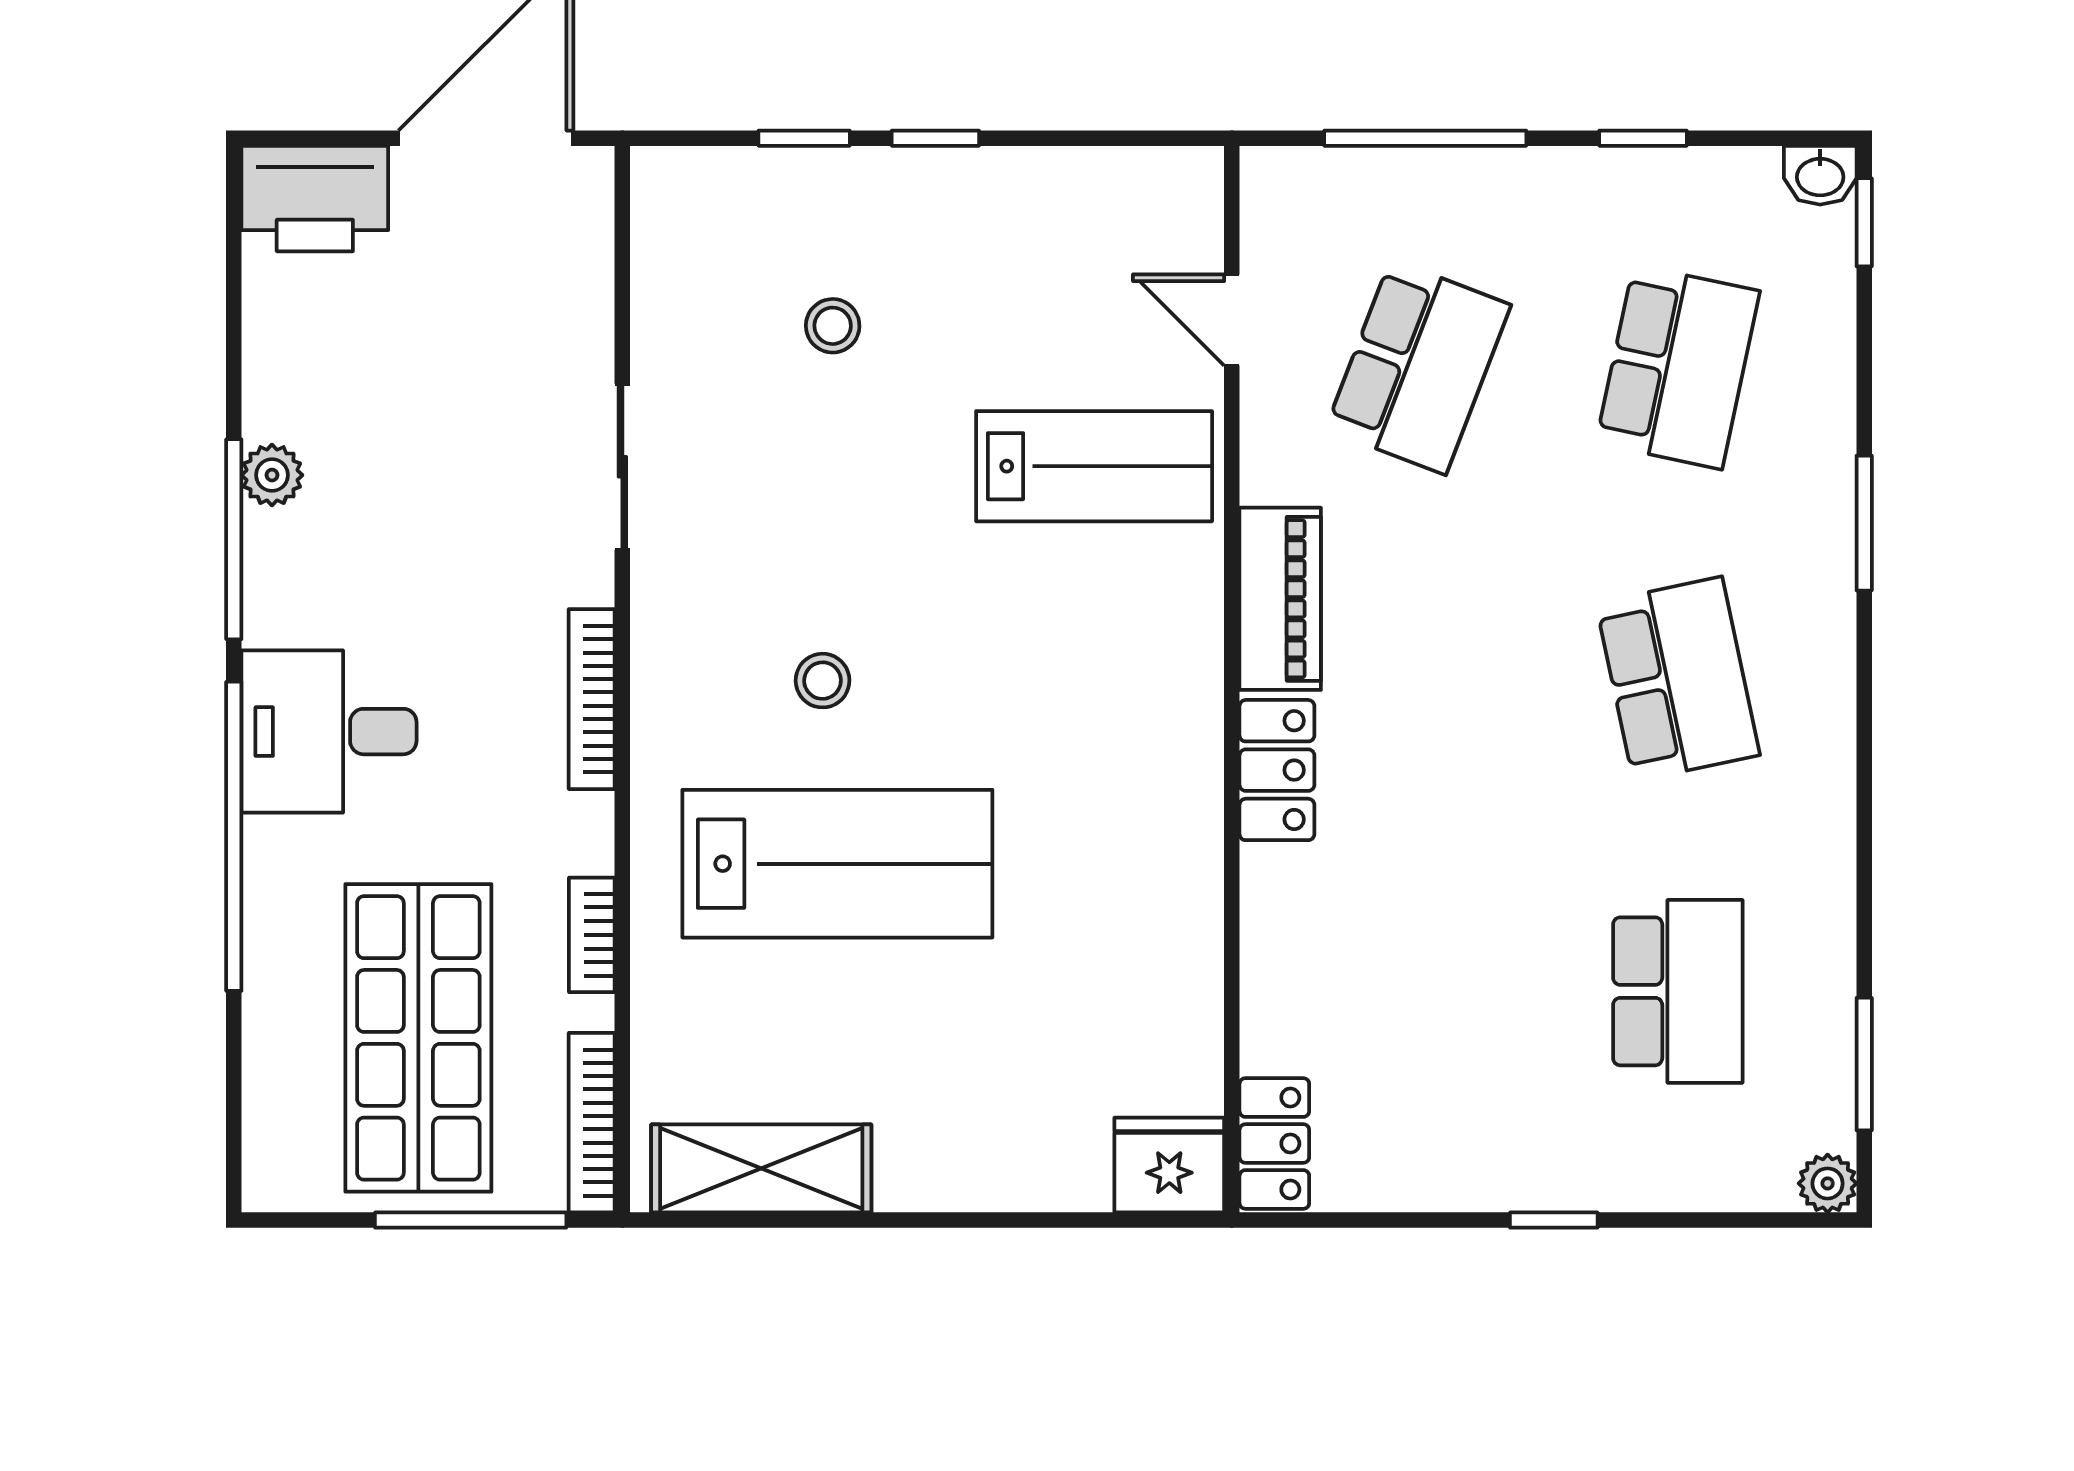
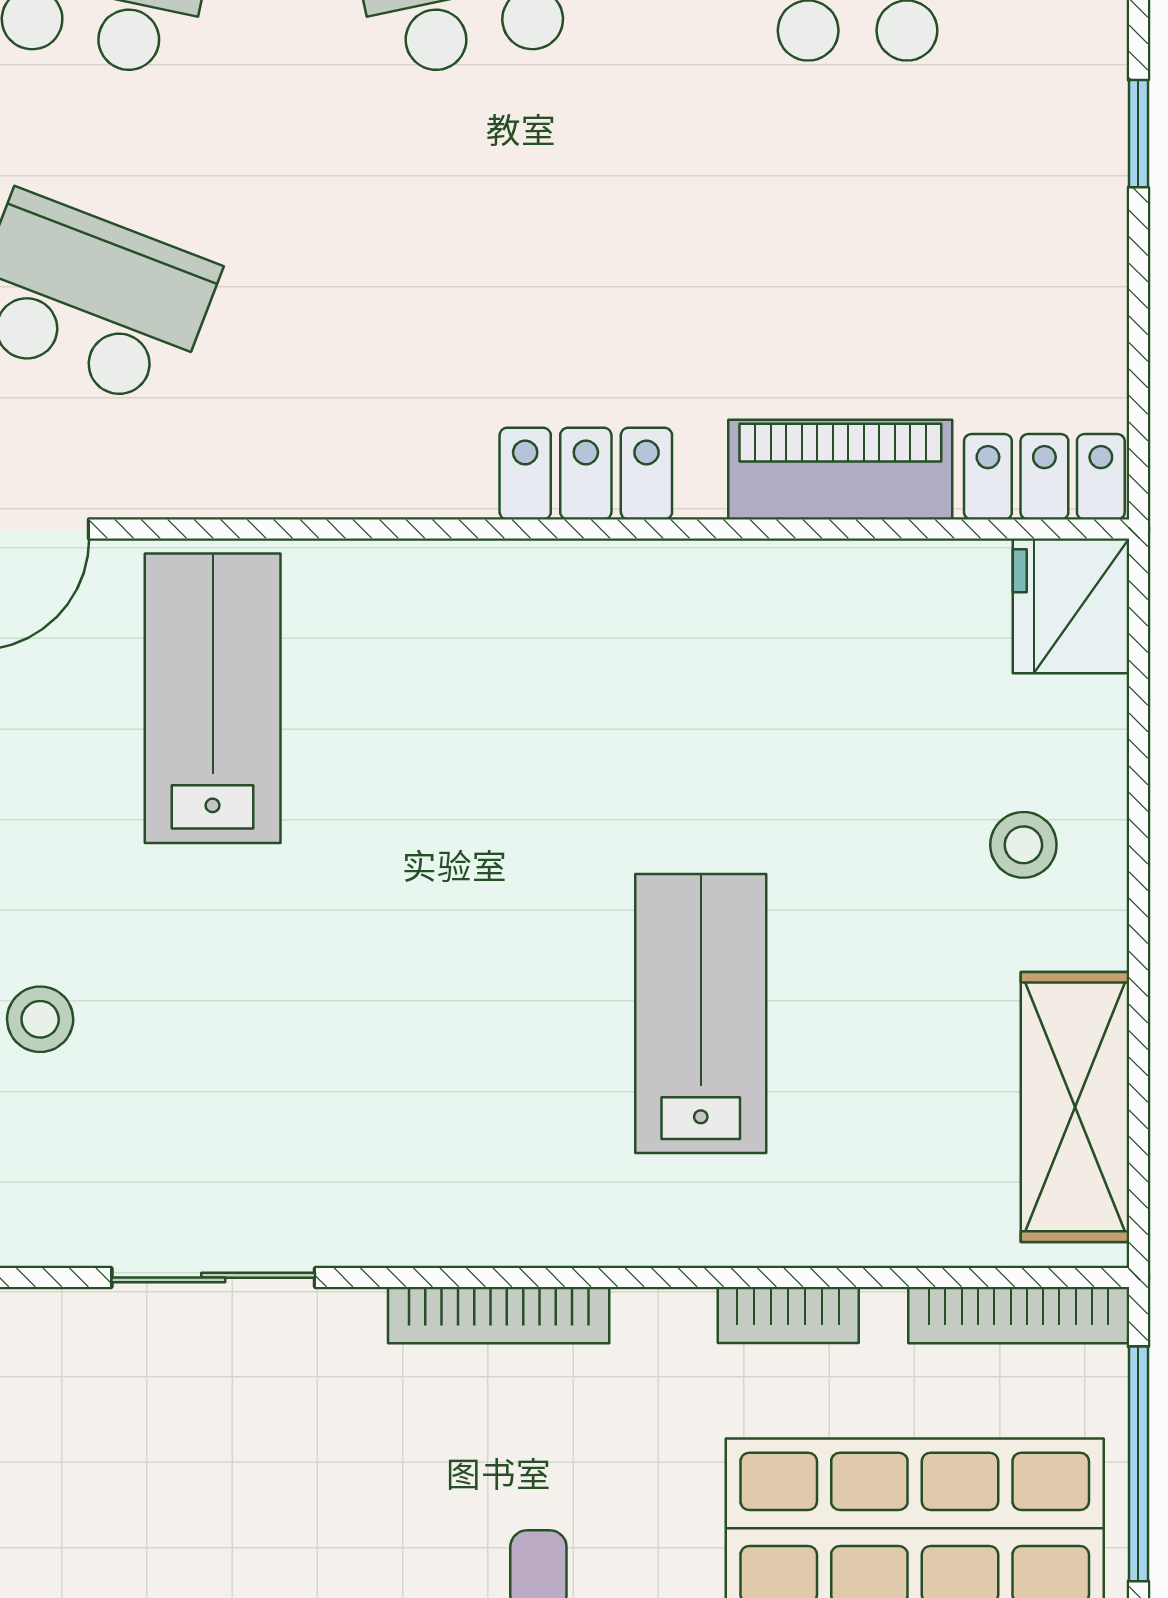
piano: (1280, 599) -> (840, 470), moved
stool: (823, 681) -> (1023, 845), moved
lab bench: (837, 864) -> (701, 1013), width x0.73, depth x0.72

